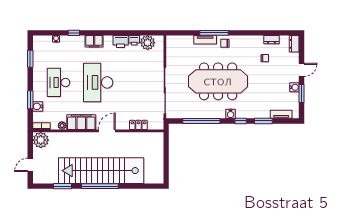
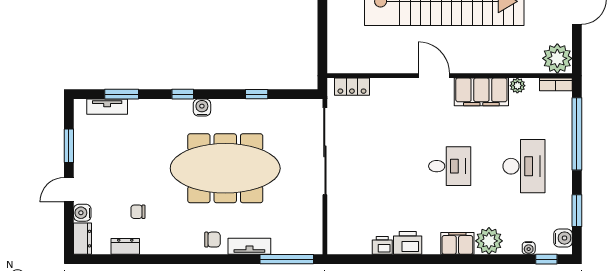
window: (74, 33) -> (546, 259), moved
window: (214, 33) -> (287, 259), moved
plant: (148, 43) -> (489, 241), moved
desk: (98, 82) -> (450, 166), width x0.53, depth x0.77
water cooler: (294, 87) -> (82, 213), moved
window: (30, 100) -> (577, 134), width x2.11
water cooler: (38, 106) -> (563, 238), moved
window: (201, 121) -> (257, 94), width x0.32
window: (263, 121) -> (122, 94), moved
locker: (138, 125) -> (352, 87), moved
door: (107, 131) -> (434, 76), swing flipped

